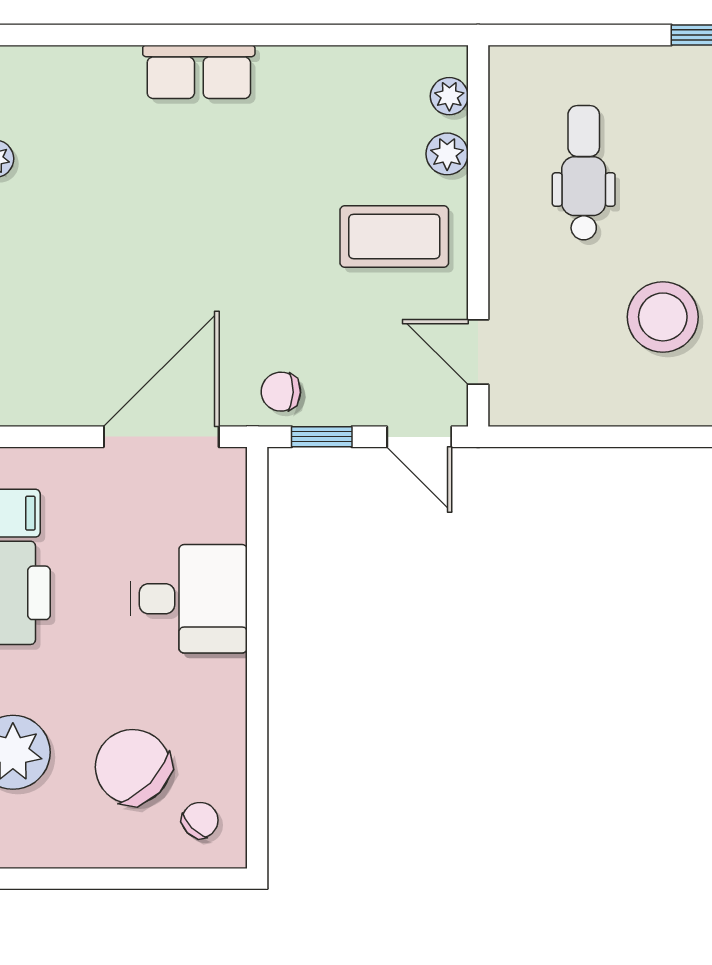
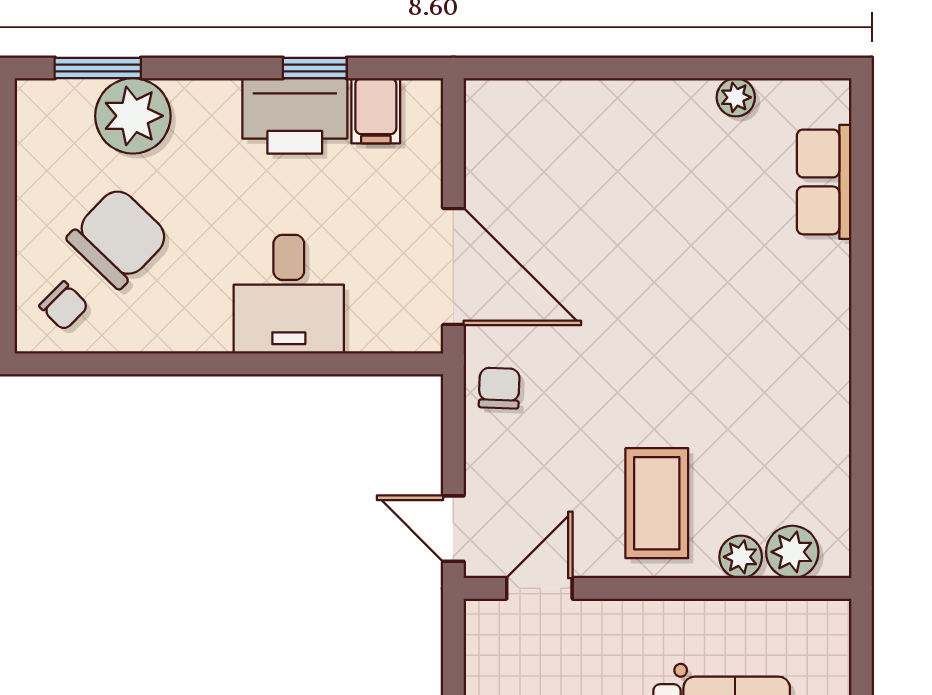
row of seats: (199, 72) -> (824, 182), moved
plant: (449, 96) -> (792, 552), width x1.38, depth x1.38
window: (322, 437) -> (453, 429), removed
door: (419, 437) -> (453, 529), hinge flipped

